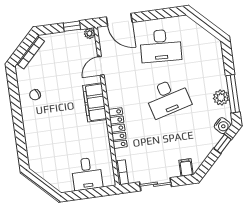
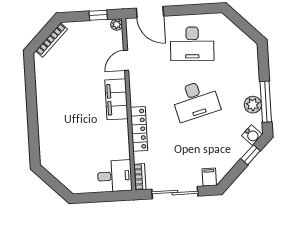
chair: (35, 95) -> (53, 86), removed
desk: (87, 174) -> (115, 176), moved, turned -90
sliding door: (155, 184) -> (175, 193), width x1.37

